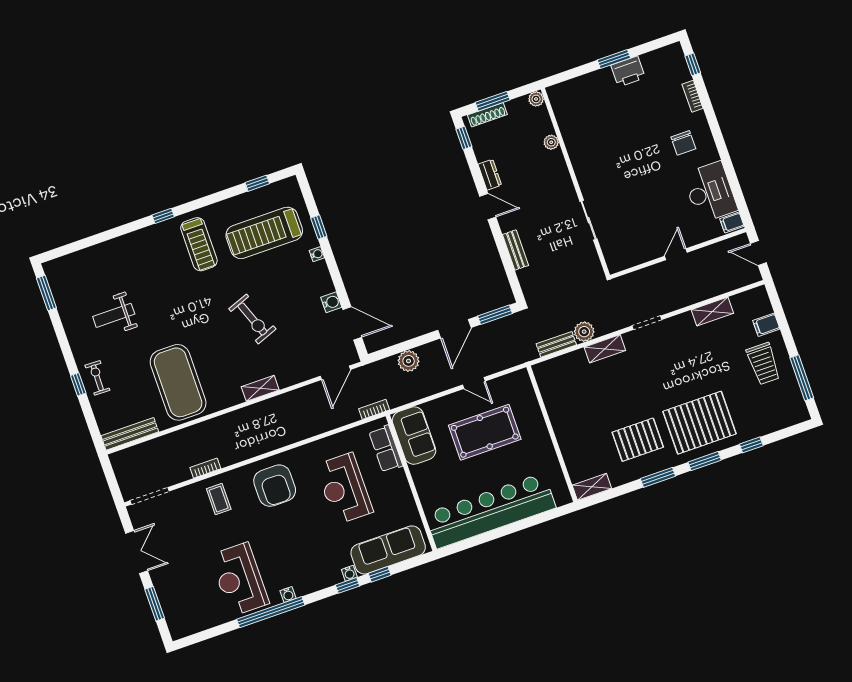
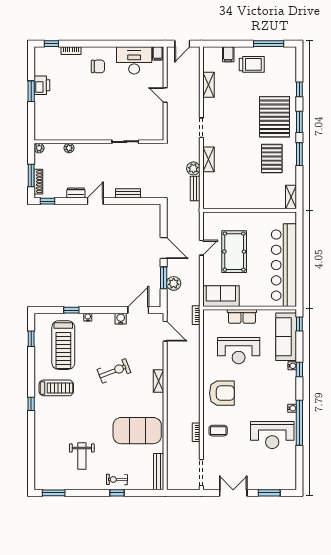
window: (495, 315) -> (164, 278), moved
row of seats: (386, 449) -> (242, 316), moved
window: (380, 574) -> (299, 324), moved

